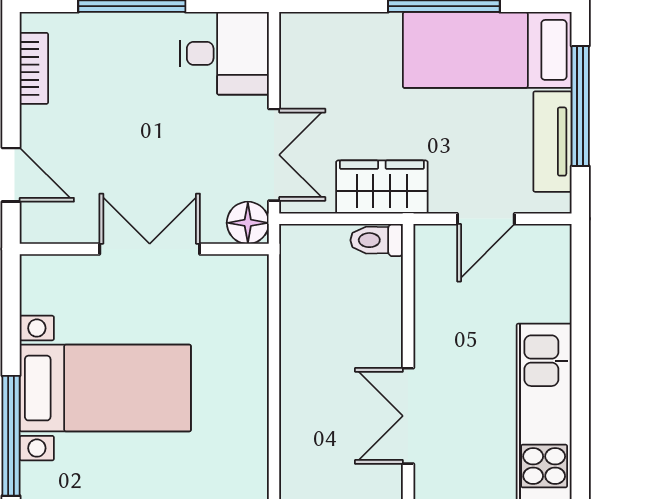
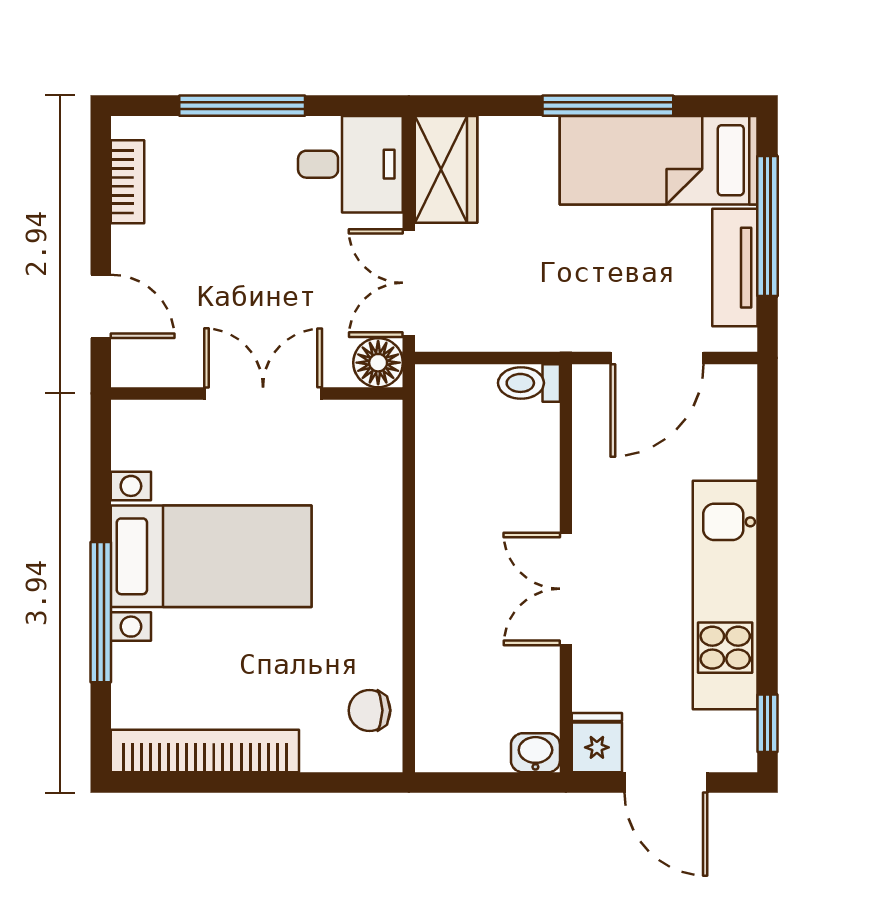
double door: (274, 155) -> (409, 283), swing flipped
wardrobe: (382, 187) -> (446, 169), moved, turned 90
door: (486, 219) -> (657, 358), width x1.38

